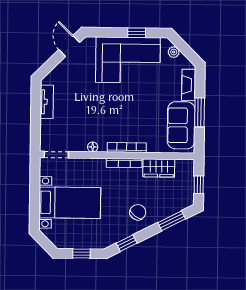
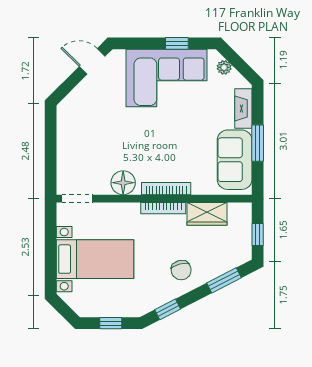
door: (69, 46) -> (92, 61), hinge flipped
tv unit: (47, 102) -> (65, 132), removed
floor lamp: (93, 147) -> (123, 183), width x1.89, depth x1.89
chair: (138, 212) -> (181, 270), turned 128

